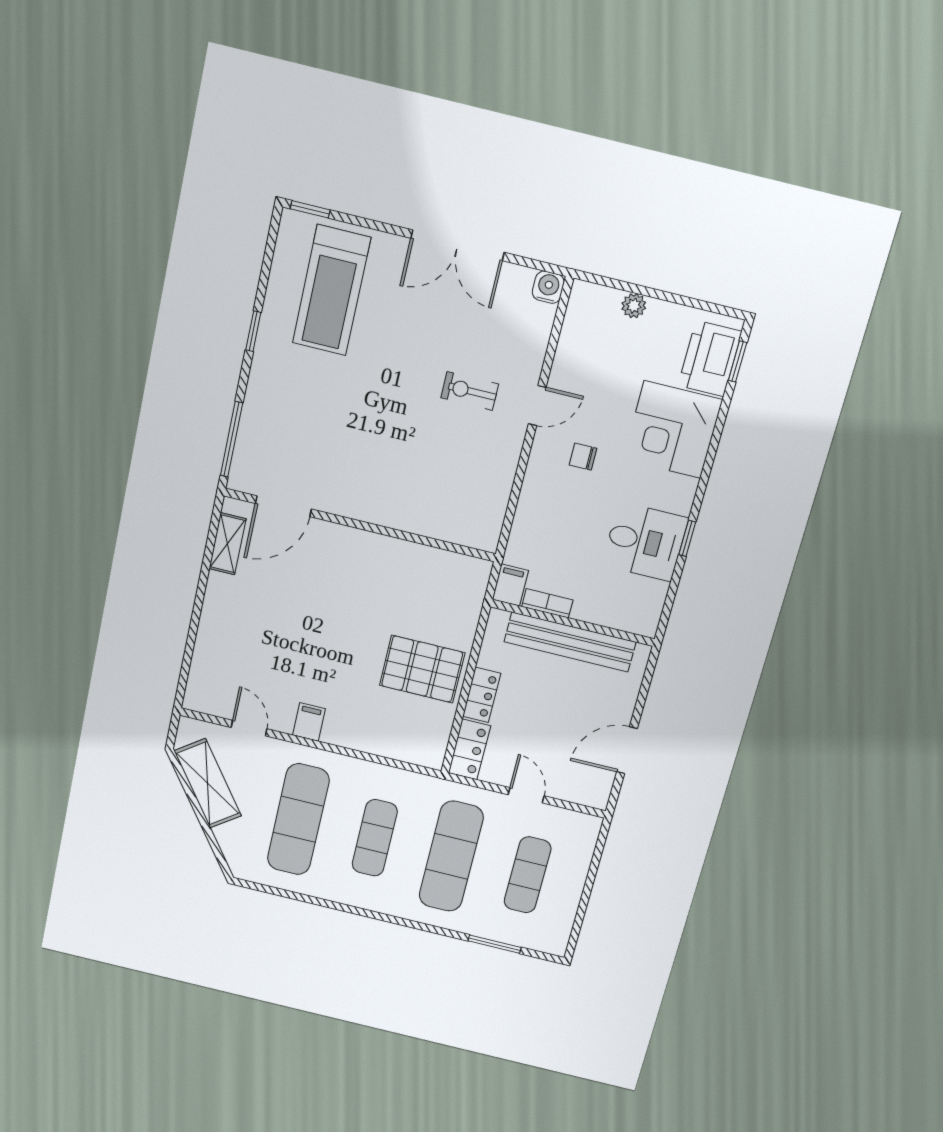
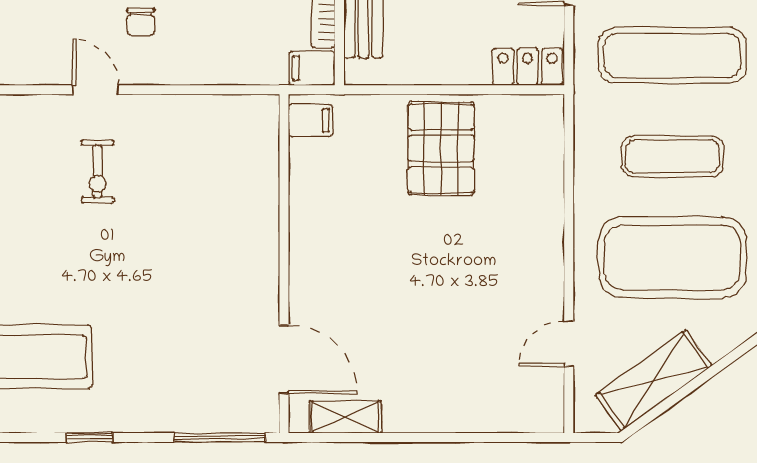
locker: (482, 695) -> (455, 69), removed
filing cabinet: (309, 722) -> (310, 120), moved, turned 180
exercise mat: (298, 819) -> (672, 257), width x1.47

